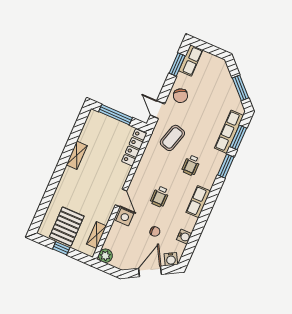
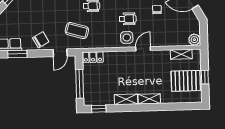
window: (80, 122) -> (99, 109), added
locker: (134, 147) -> (93, 57), width x0.66
shelving: (66, 180) -> (149, 99), added
side table: (125, 217) -> (127, 37), moved

